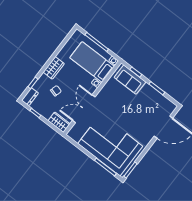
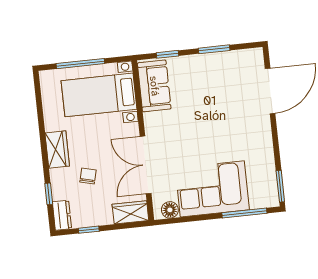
sofa: (130, 80) -> (154, 86), moved, turned -90
floor lamp: (76, 137) -> (170, 210), added
corner sofa: (110, 145) -> (212, 189), width x0.73, depth x0.74

